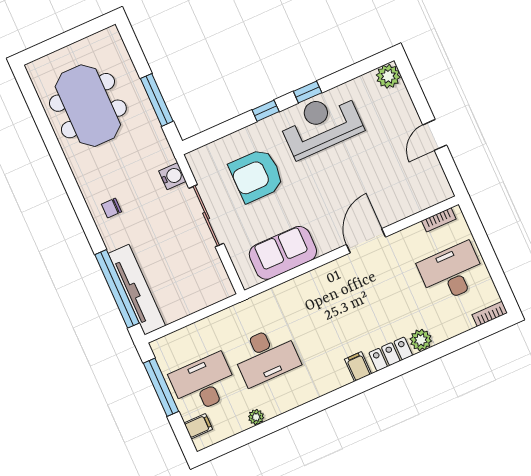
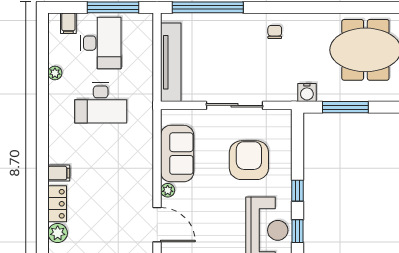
water cooler: (172, 176) -> (307, 92), moved
plant: (325, 246) -> (168, 190), added
tv unit: (137, 290) -> (171, 62), moved, turned -90
desk: (266, 356) -> (101, 103), turned -90

